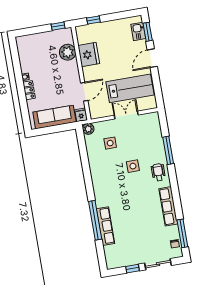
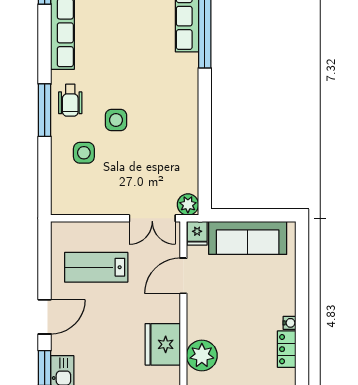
lab bench: (130, 88) -> (96, 267), width x0.73, depth x0.72
locker: (29, 90) -> (287, 349), moved
double door: (126, 115) -> (152, 218), moved
side table: (110, 143) -> (84, 153), moved
window: (168, 150) -> (45, 110), moved

